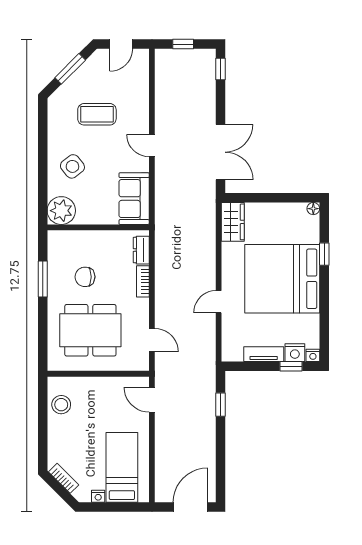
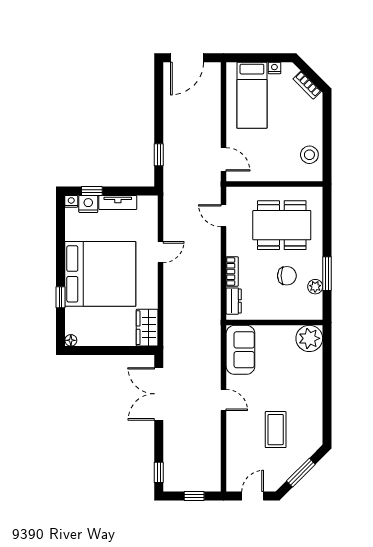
coffee table: (97, 114) -> (276, 430), turned 90
side table: (72, 166) -> (299, 380), removed
plant: (55, 265) -> (315, 287), added

